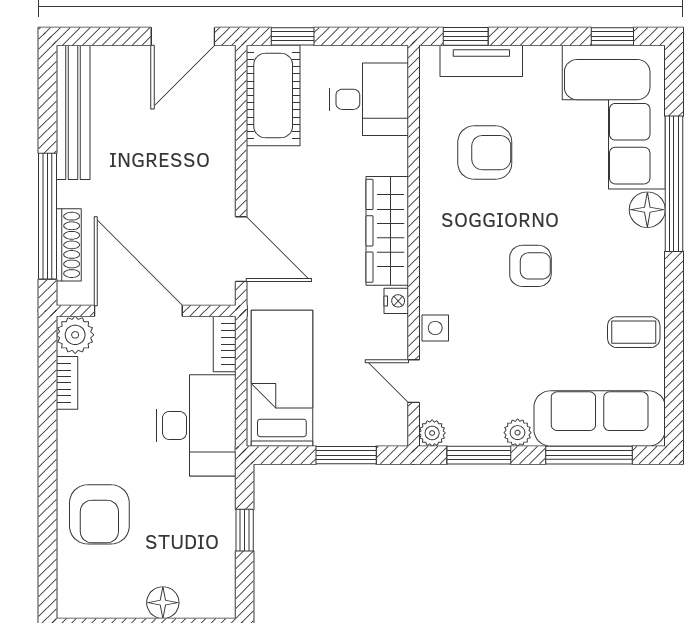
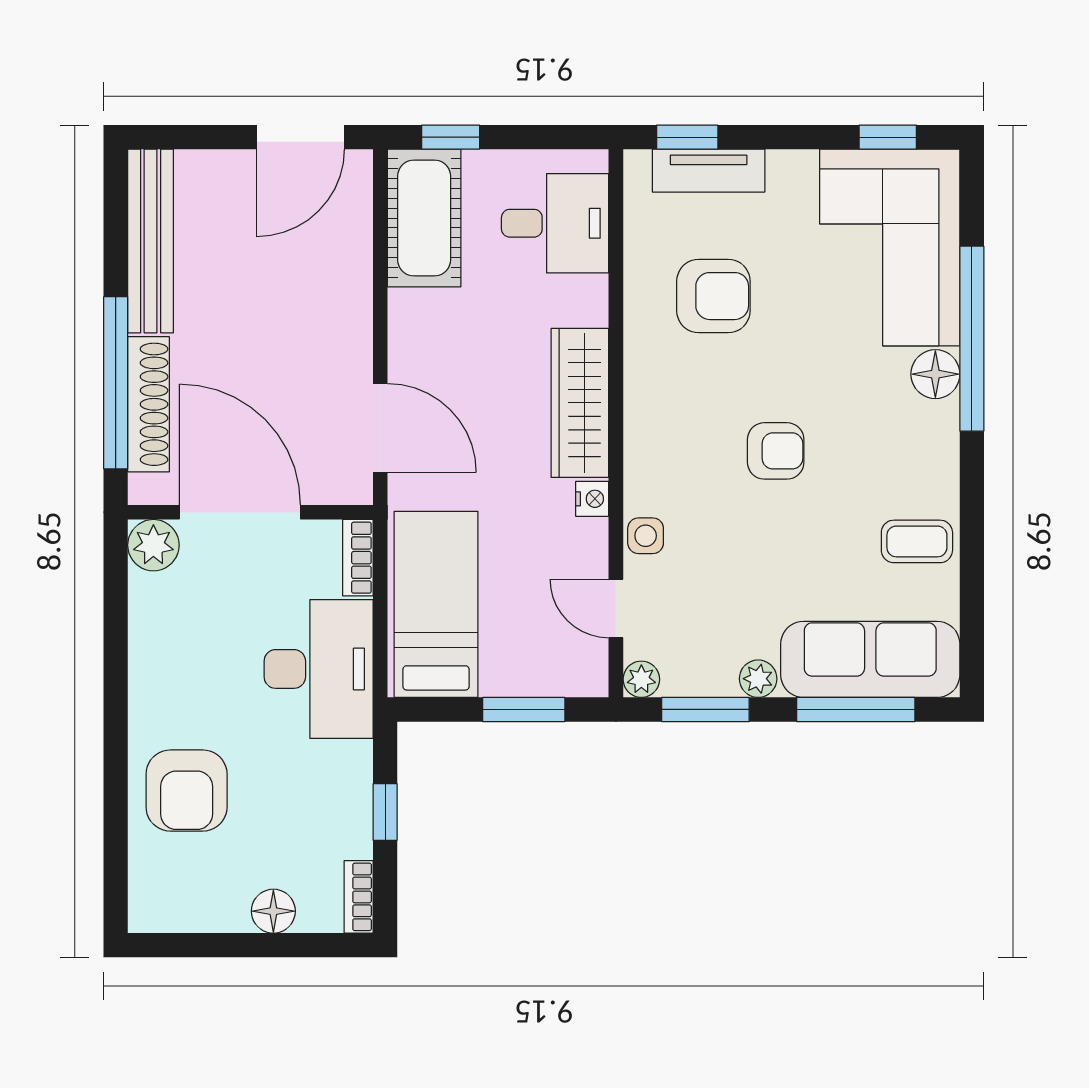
shoe rack: (69, 245) -> (149, 404), width x1.36, depth x1.24
bookcase: (67, 383) -> (359, 897), moved, turned 180

